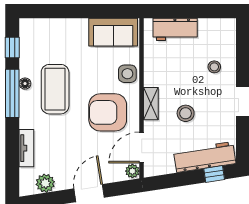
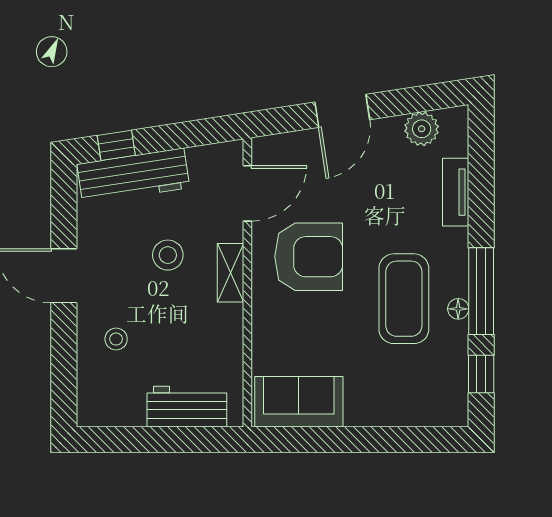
side table: (127, 74) -> (273, 327), removed
plant: (132, 171) -> (264, 151), removed

